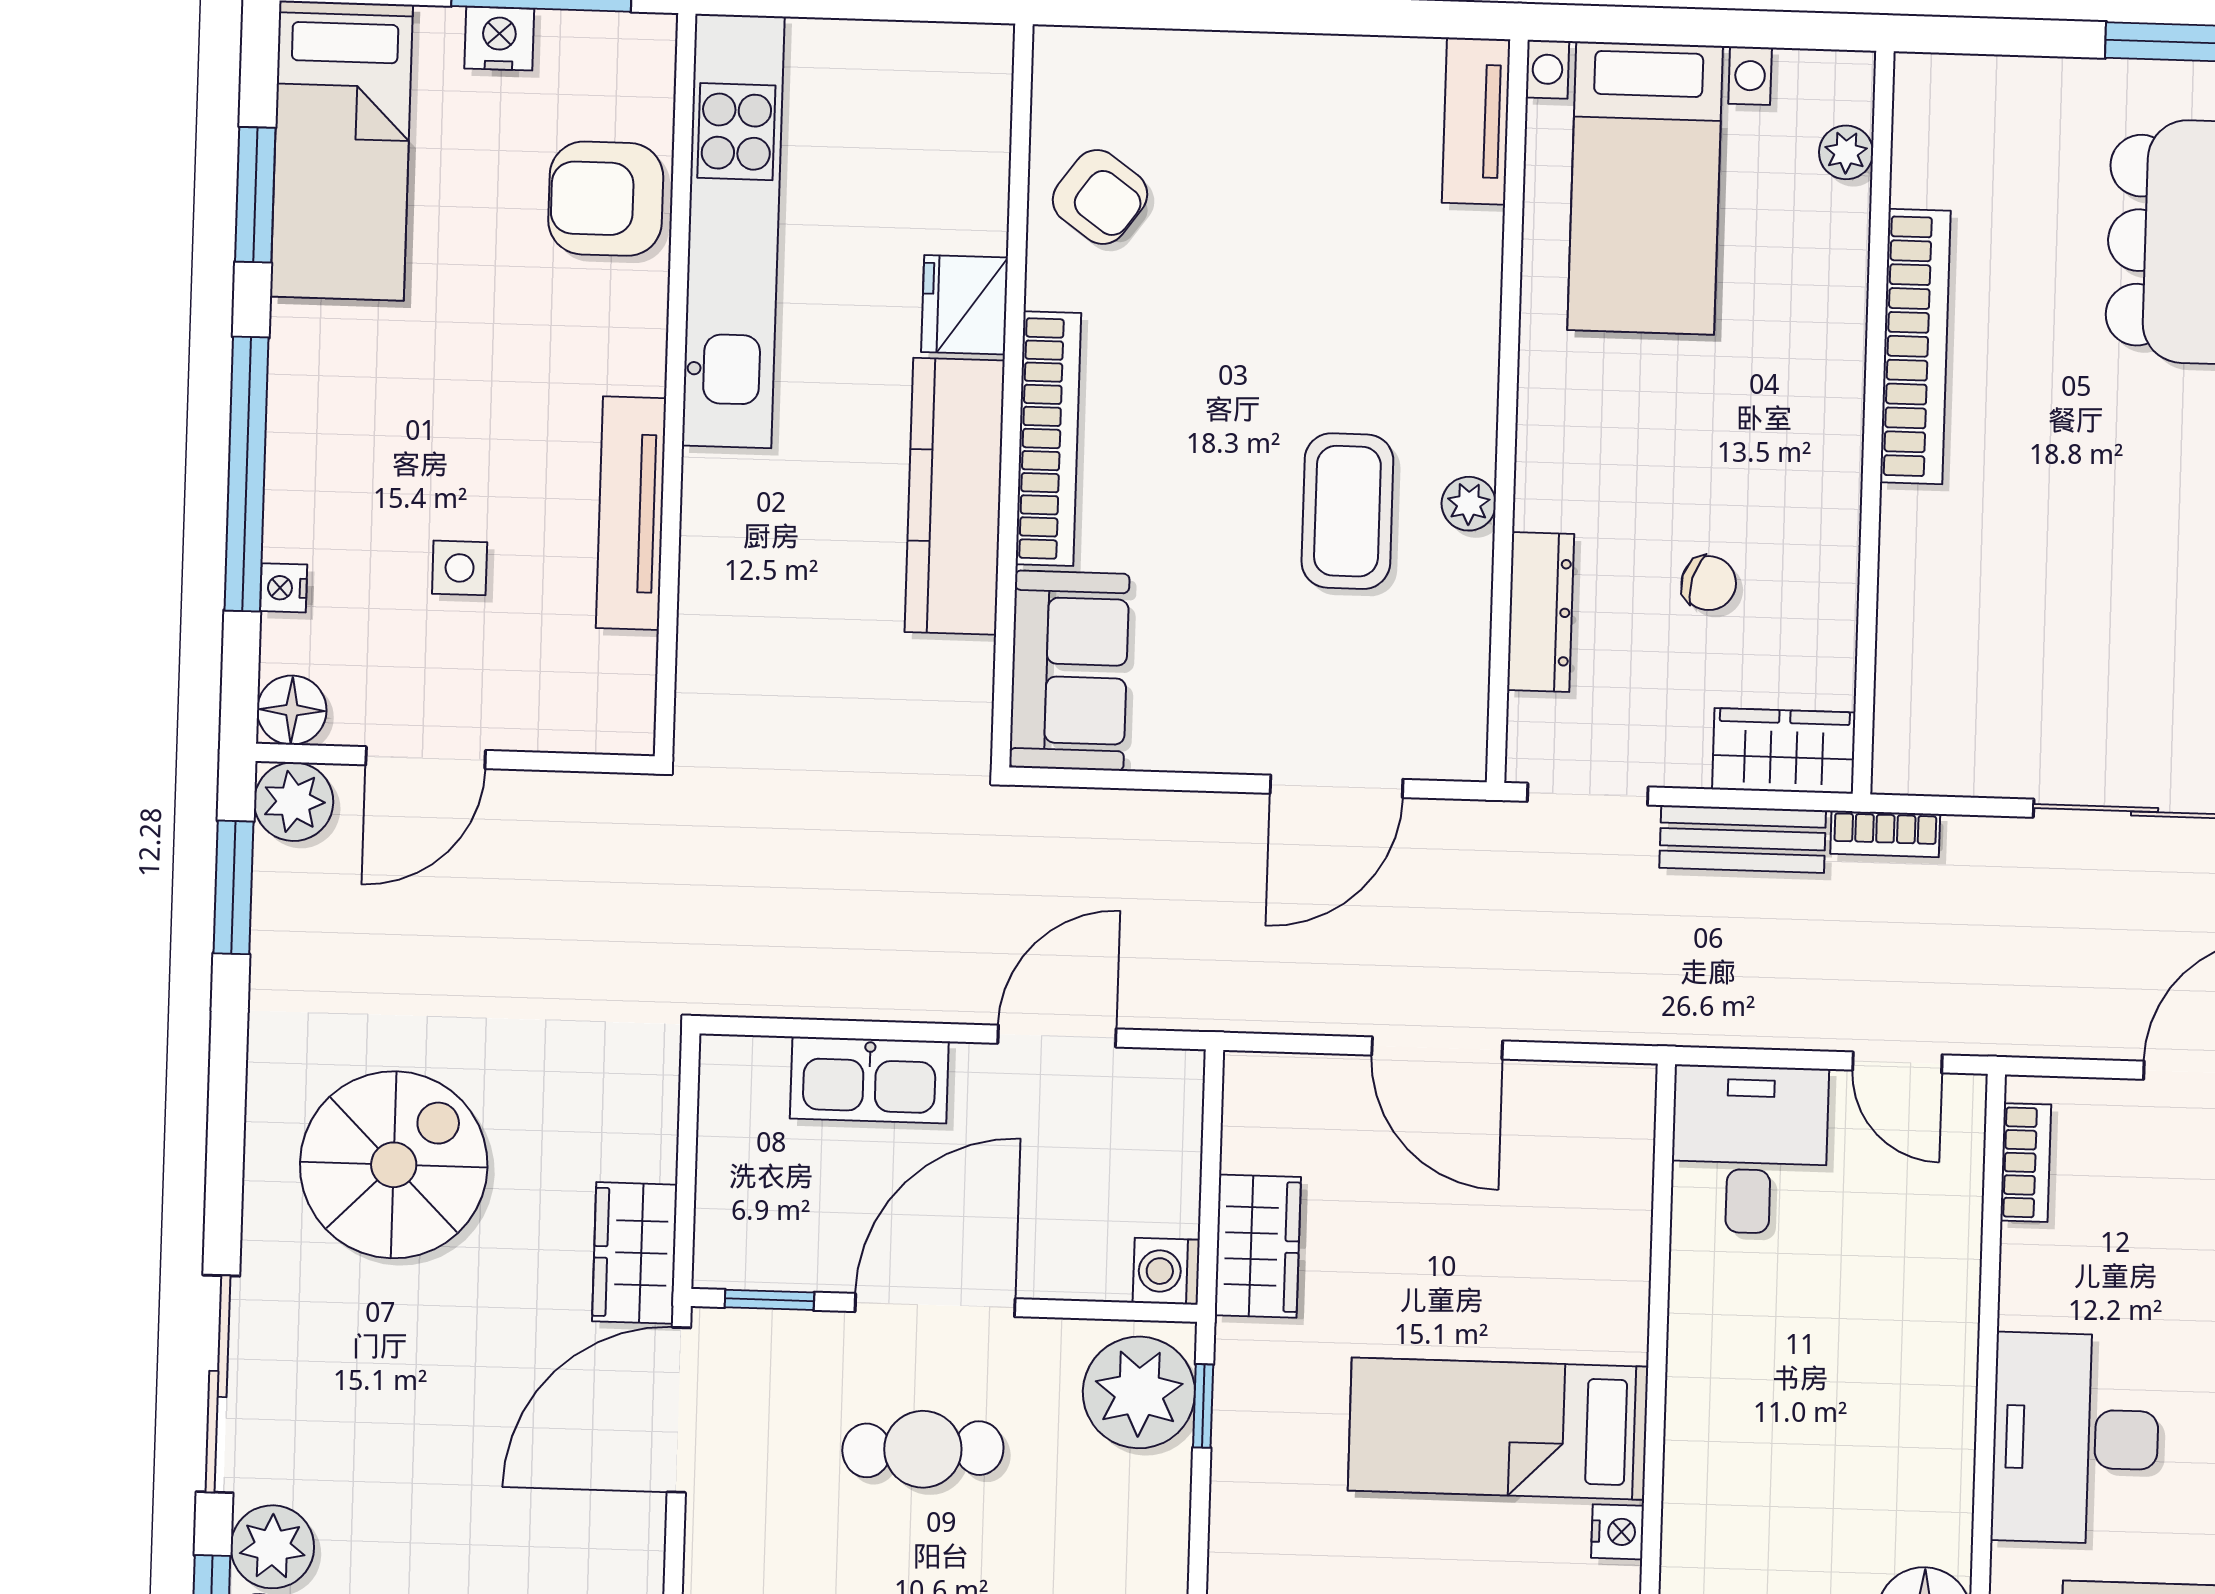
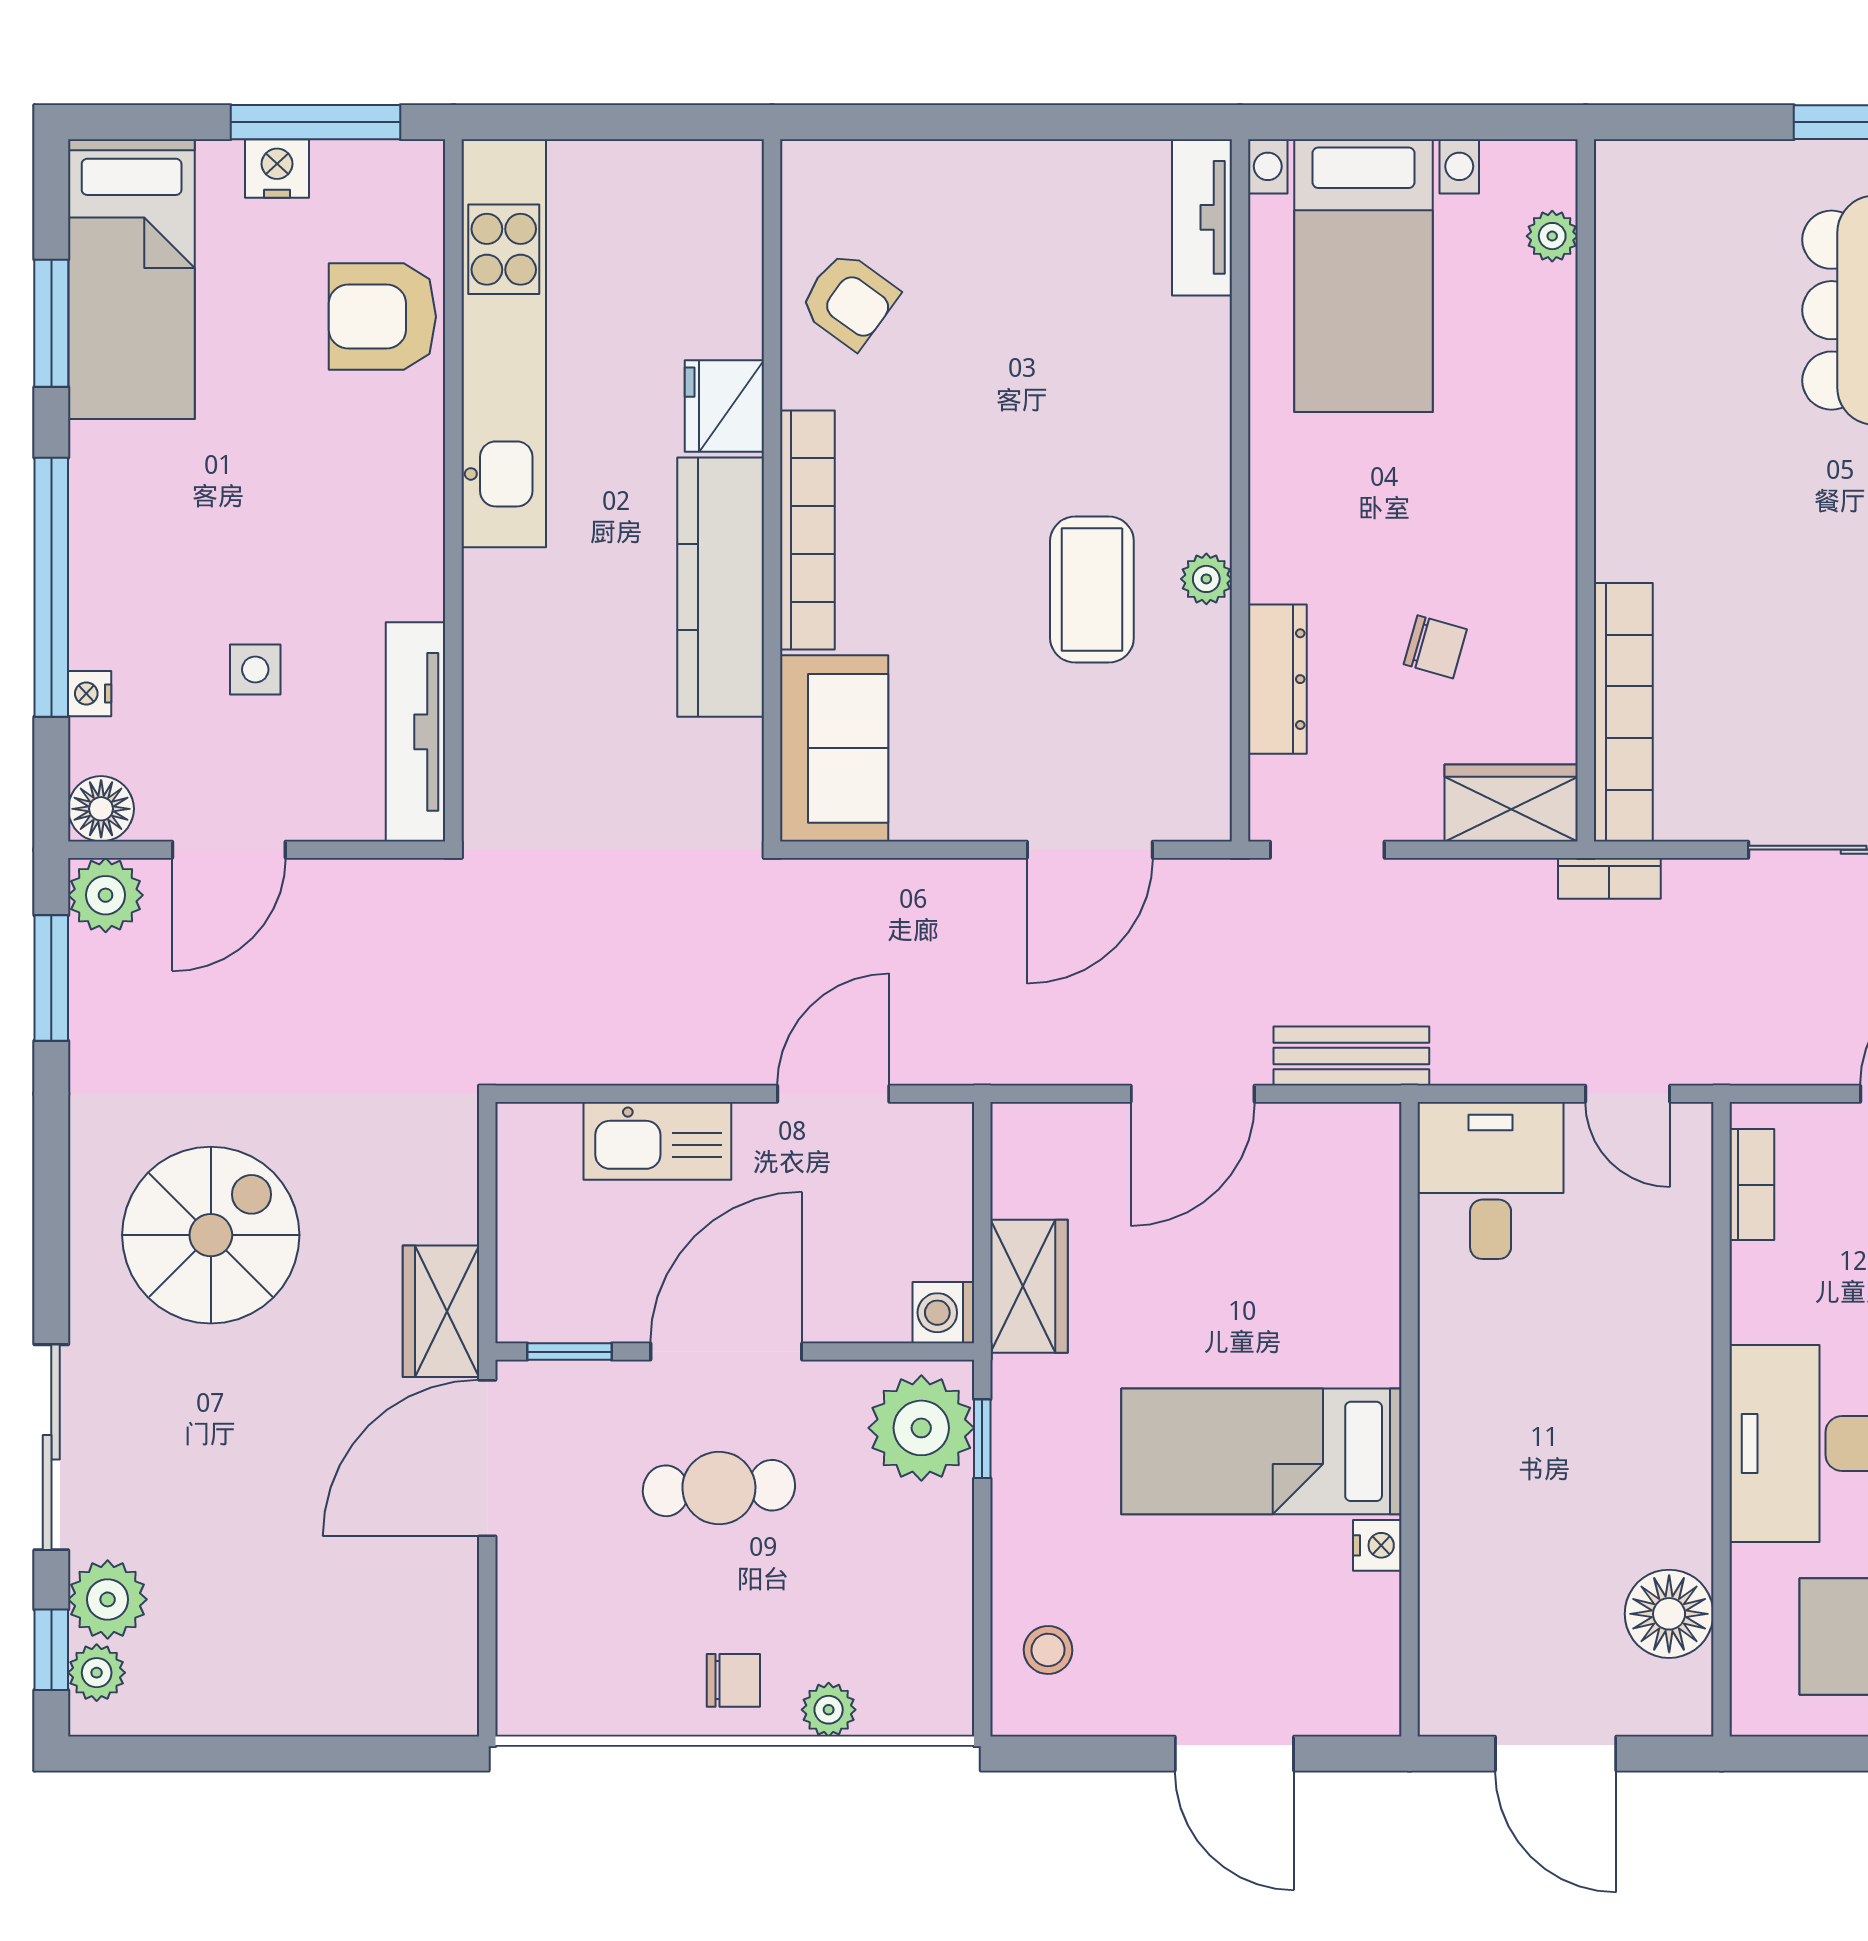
bookcase: (1915, 347) -> (1623, 712), moved
tv unit: (631, 513) -> (416, 732), moved
bench: (1743, 839) -> (1351, 1056), moved
door: (1437, 1048) -> (1193, 1094), hinge flipped

